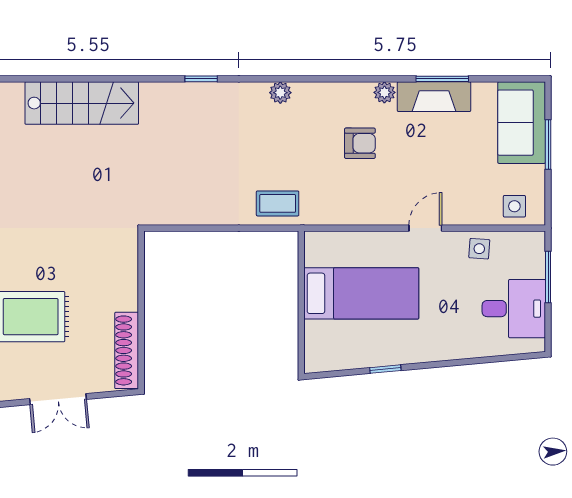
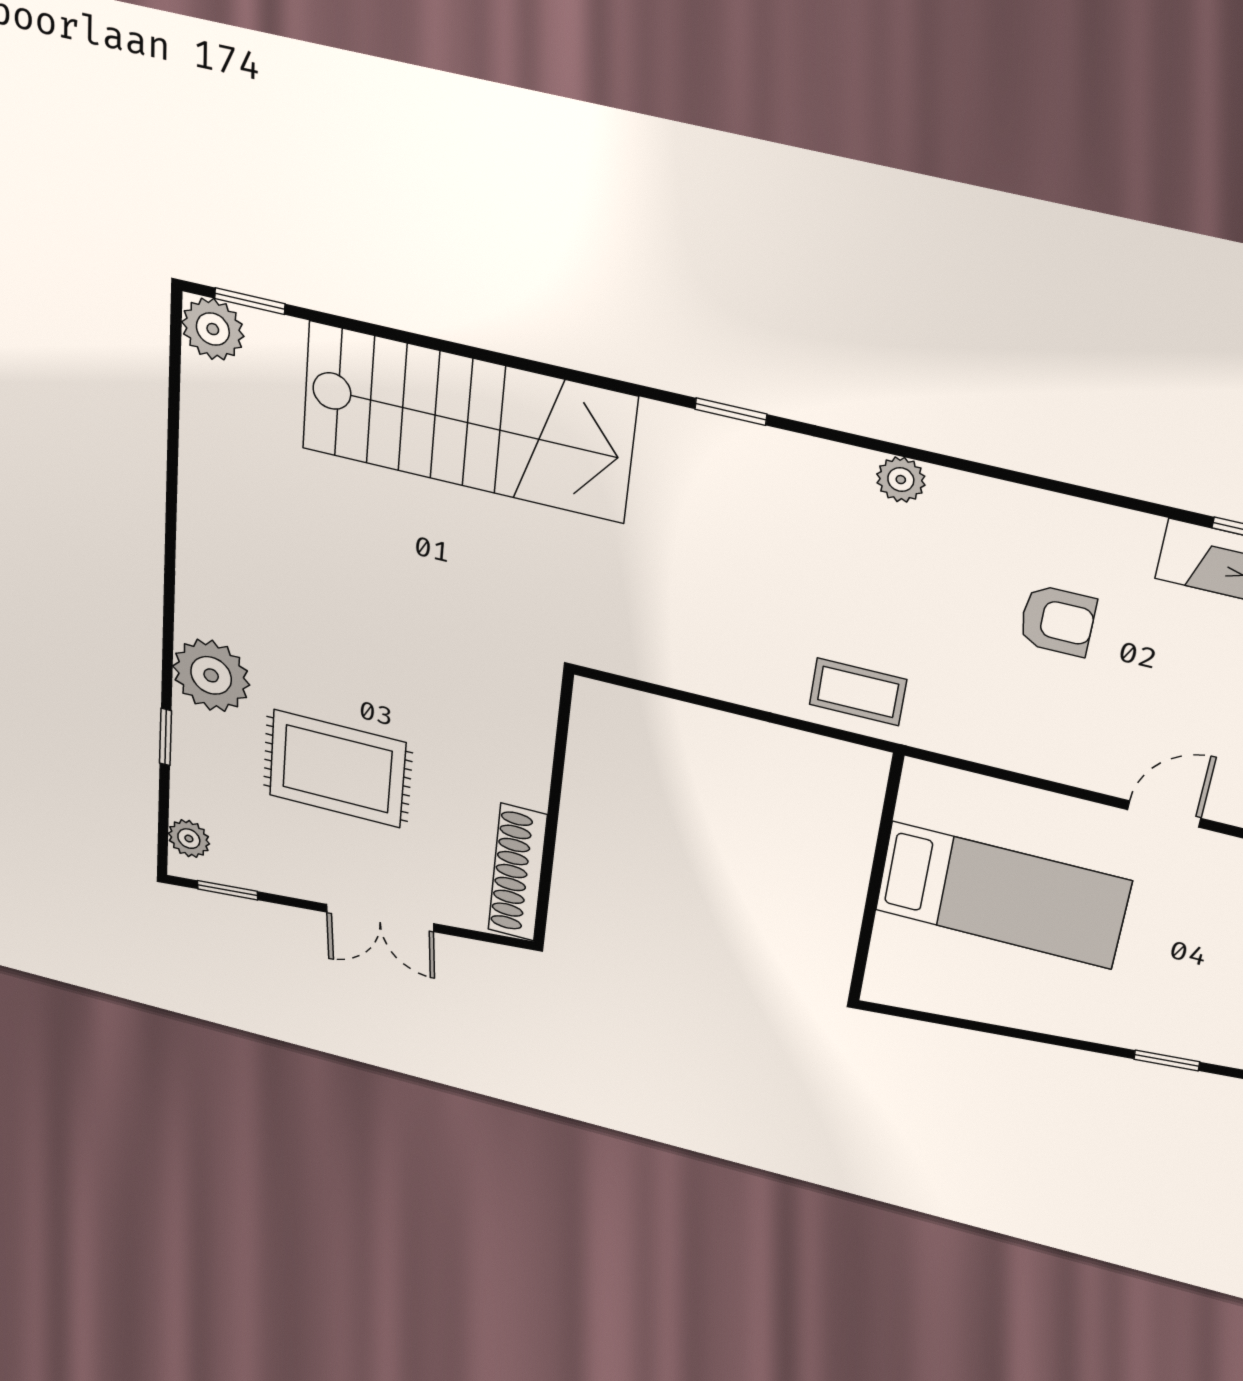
plant: (384, 92) -> (1134, 533), removed
stairs: (82, 103) -> (467, 423), width x1.36, depth x1.51
window: (385, 369) -> (1167, 1060), moved

